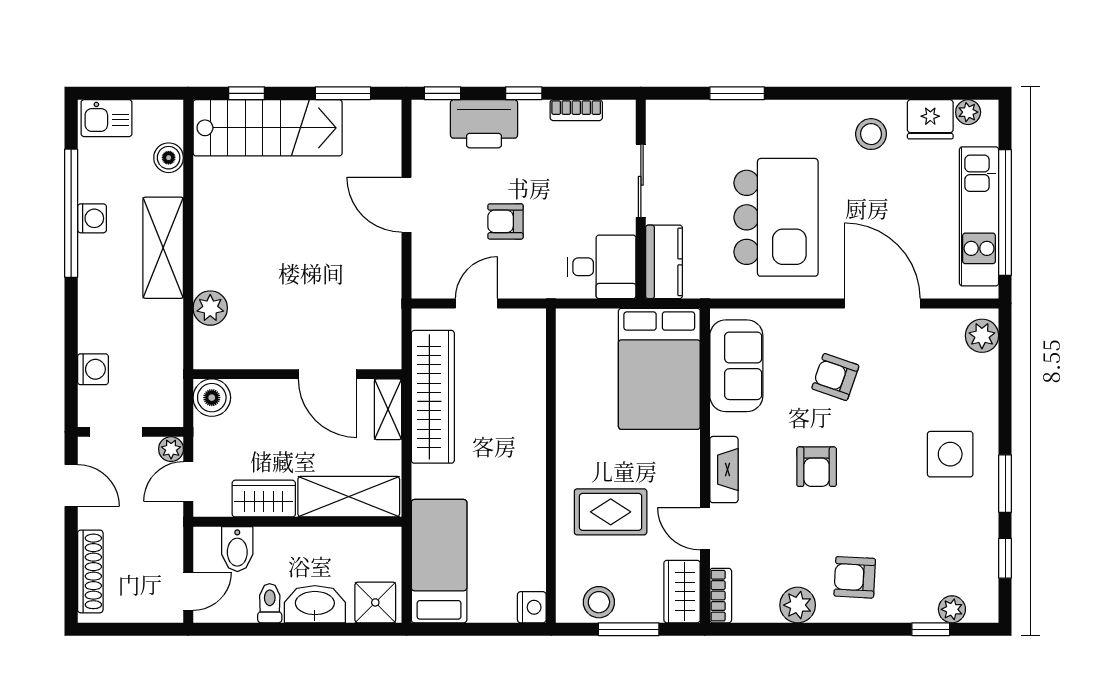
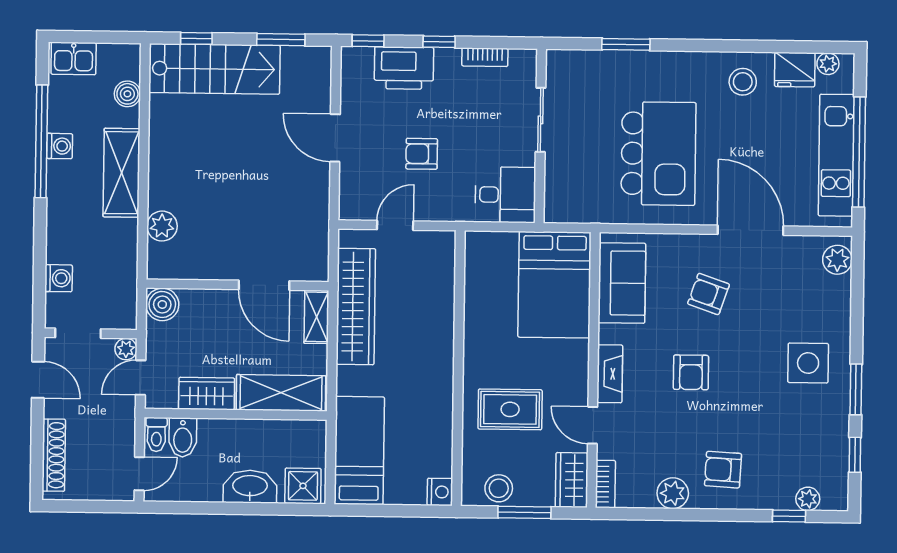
kitchen counter: (664, 262) -> (560, 191), removed
toilet: (270, 603) -> (156, 434), moved, turned 180

